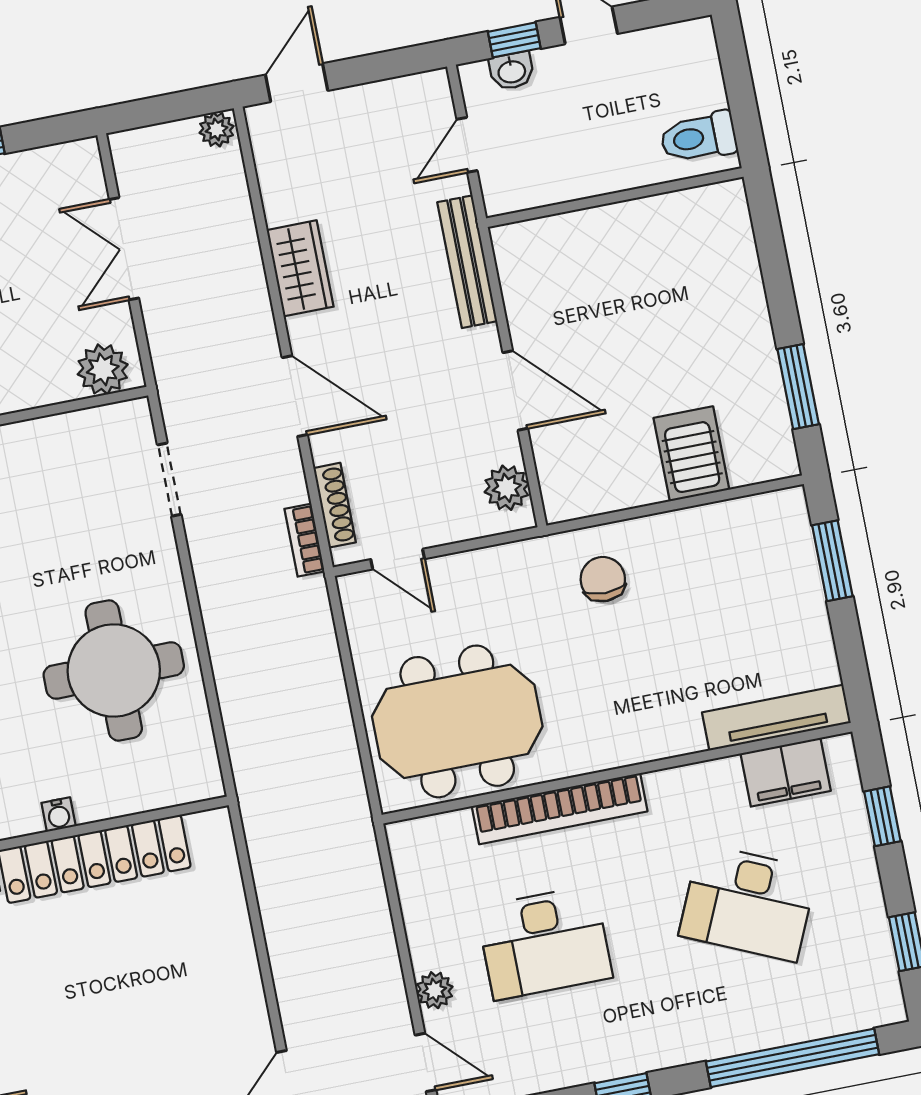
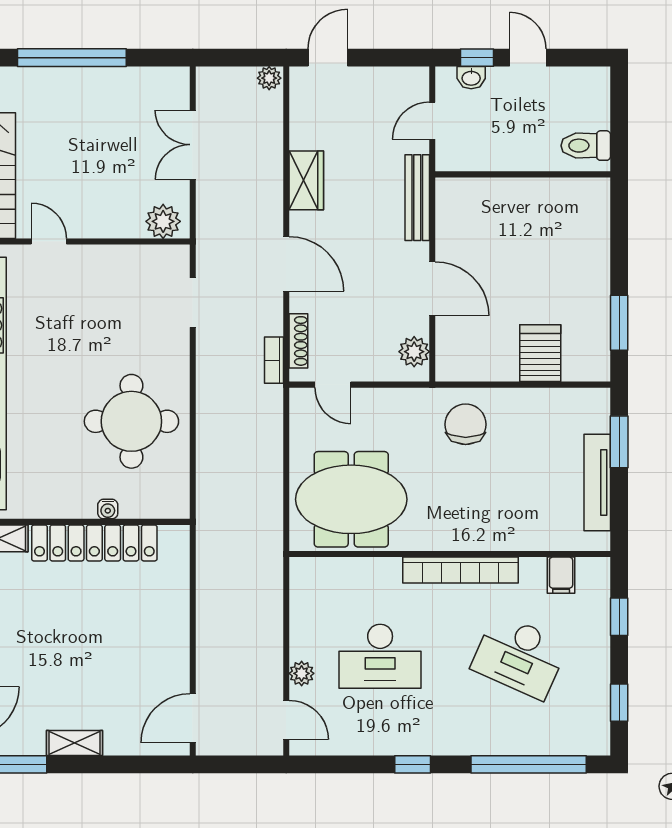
chair: (603, 579) -> (466, 424), width x1.37, depth x1.37
tv unit: (776, 718) -> (597, 483), moved, turned -90
filing cabinet: (786, 772) -> (561, 575), width x0.50
bookcase: (560, 809) -> (461, 570), moved
water cooler: (59, 814) -> (108, 509), moved

